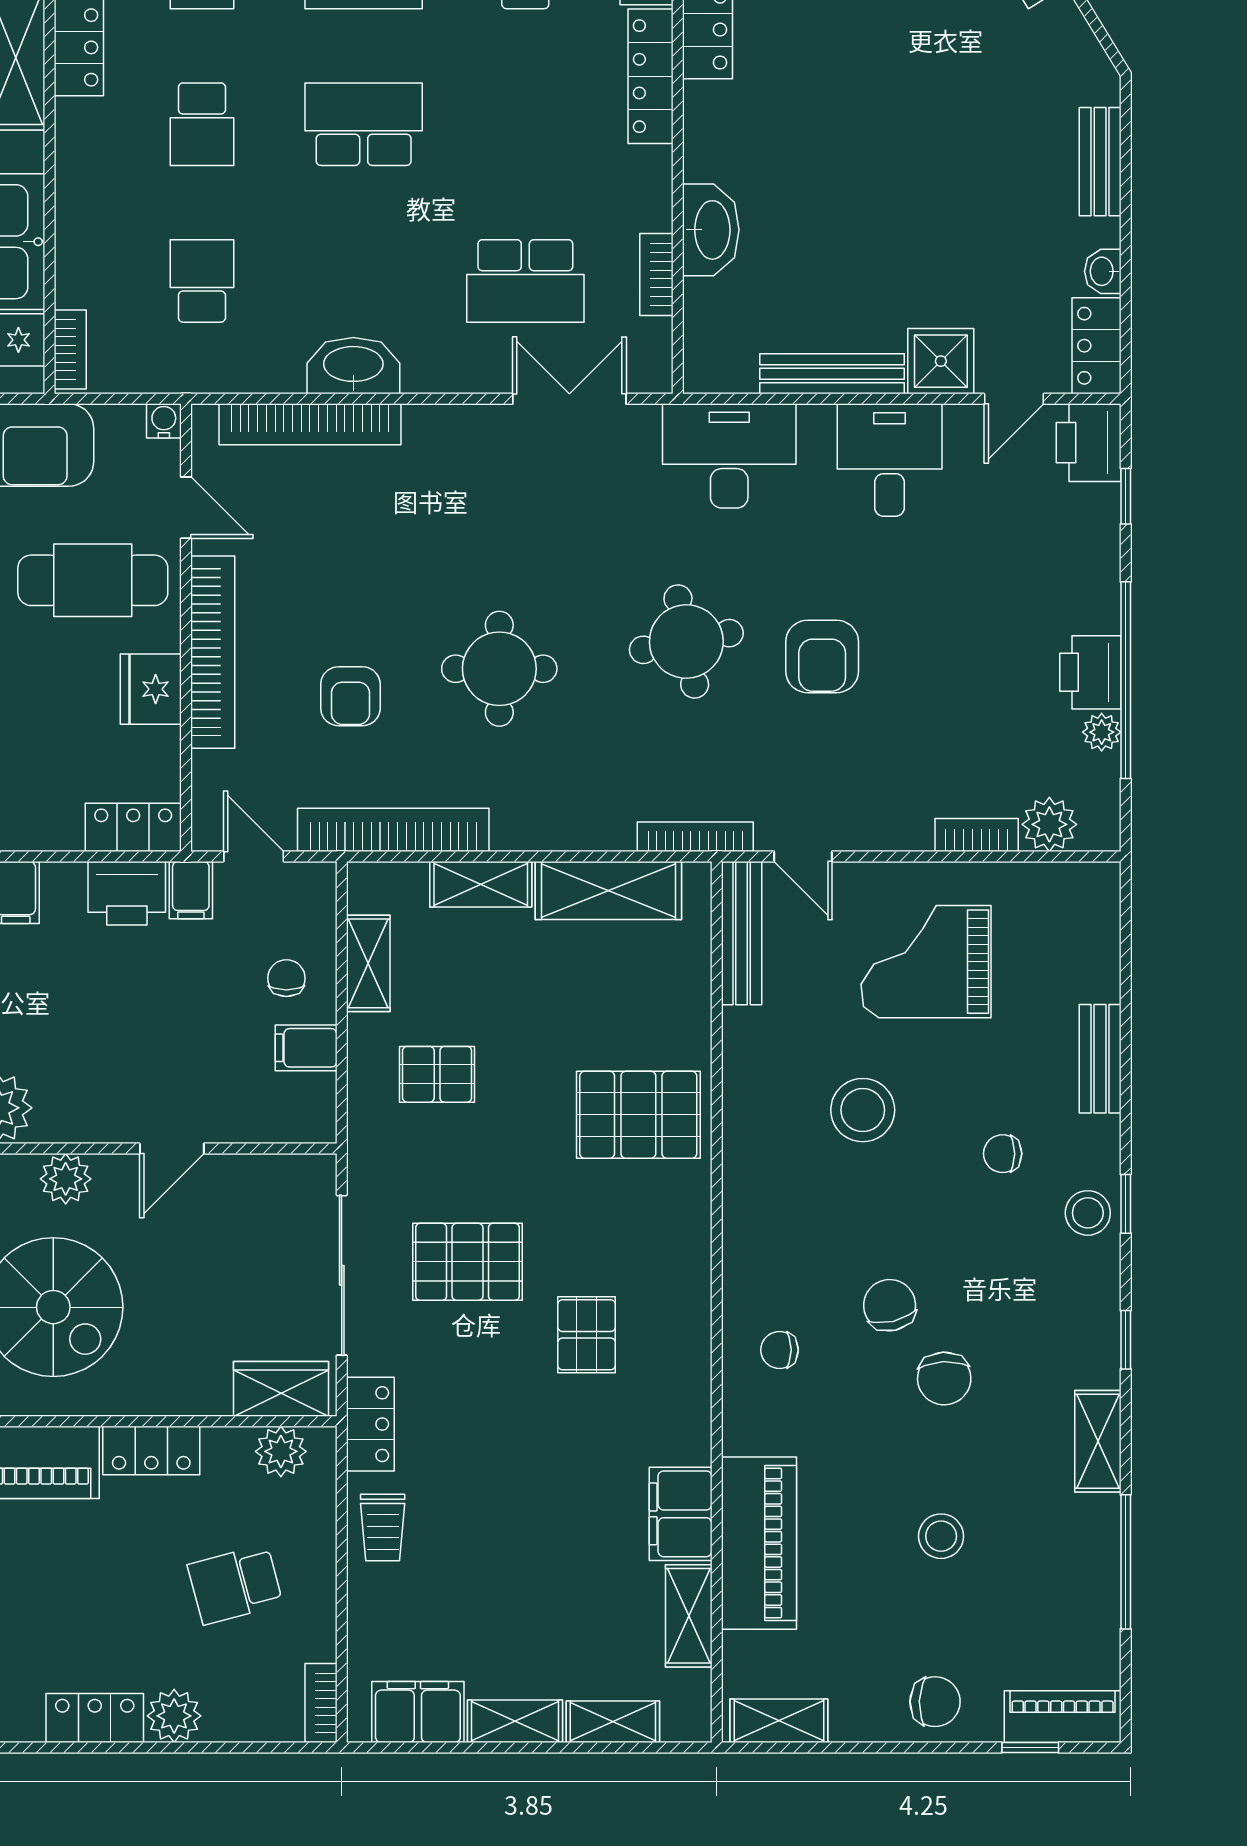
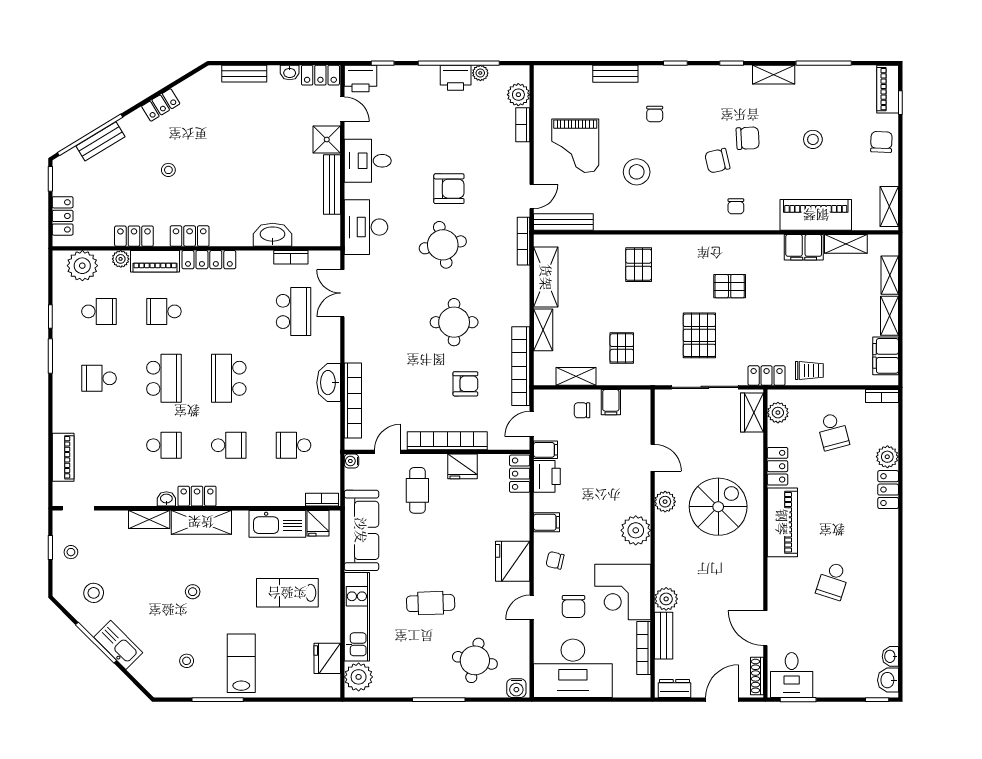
cafe table: (93, 580) -> (417, 490), width x0.73, depth x0.74
pallet: (638, 1115) -> (639, 265), width x0.67, depth x0.71
stool: (1088, 1213) -> (679, 79), removed

